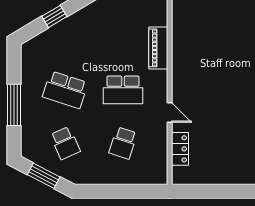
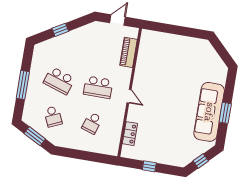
piano: (158, 48) -> (129, 52), moved
door: (170, 113) -> (129, 96), moved
window: (216, 191) -> (149, 166), added

